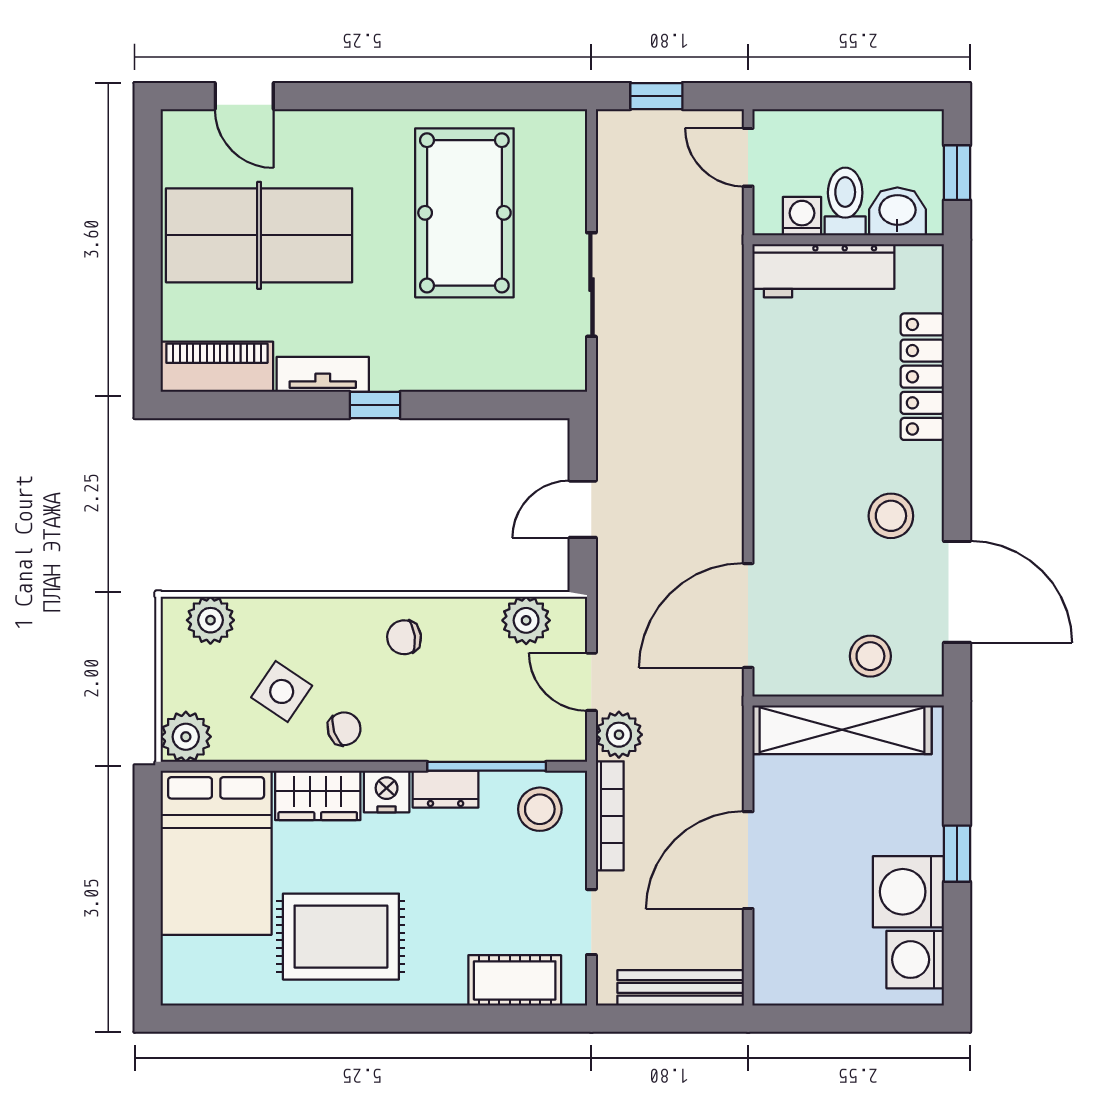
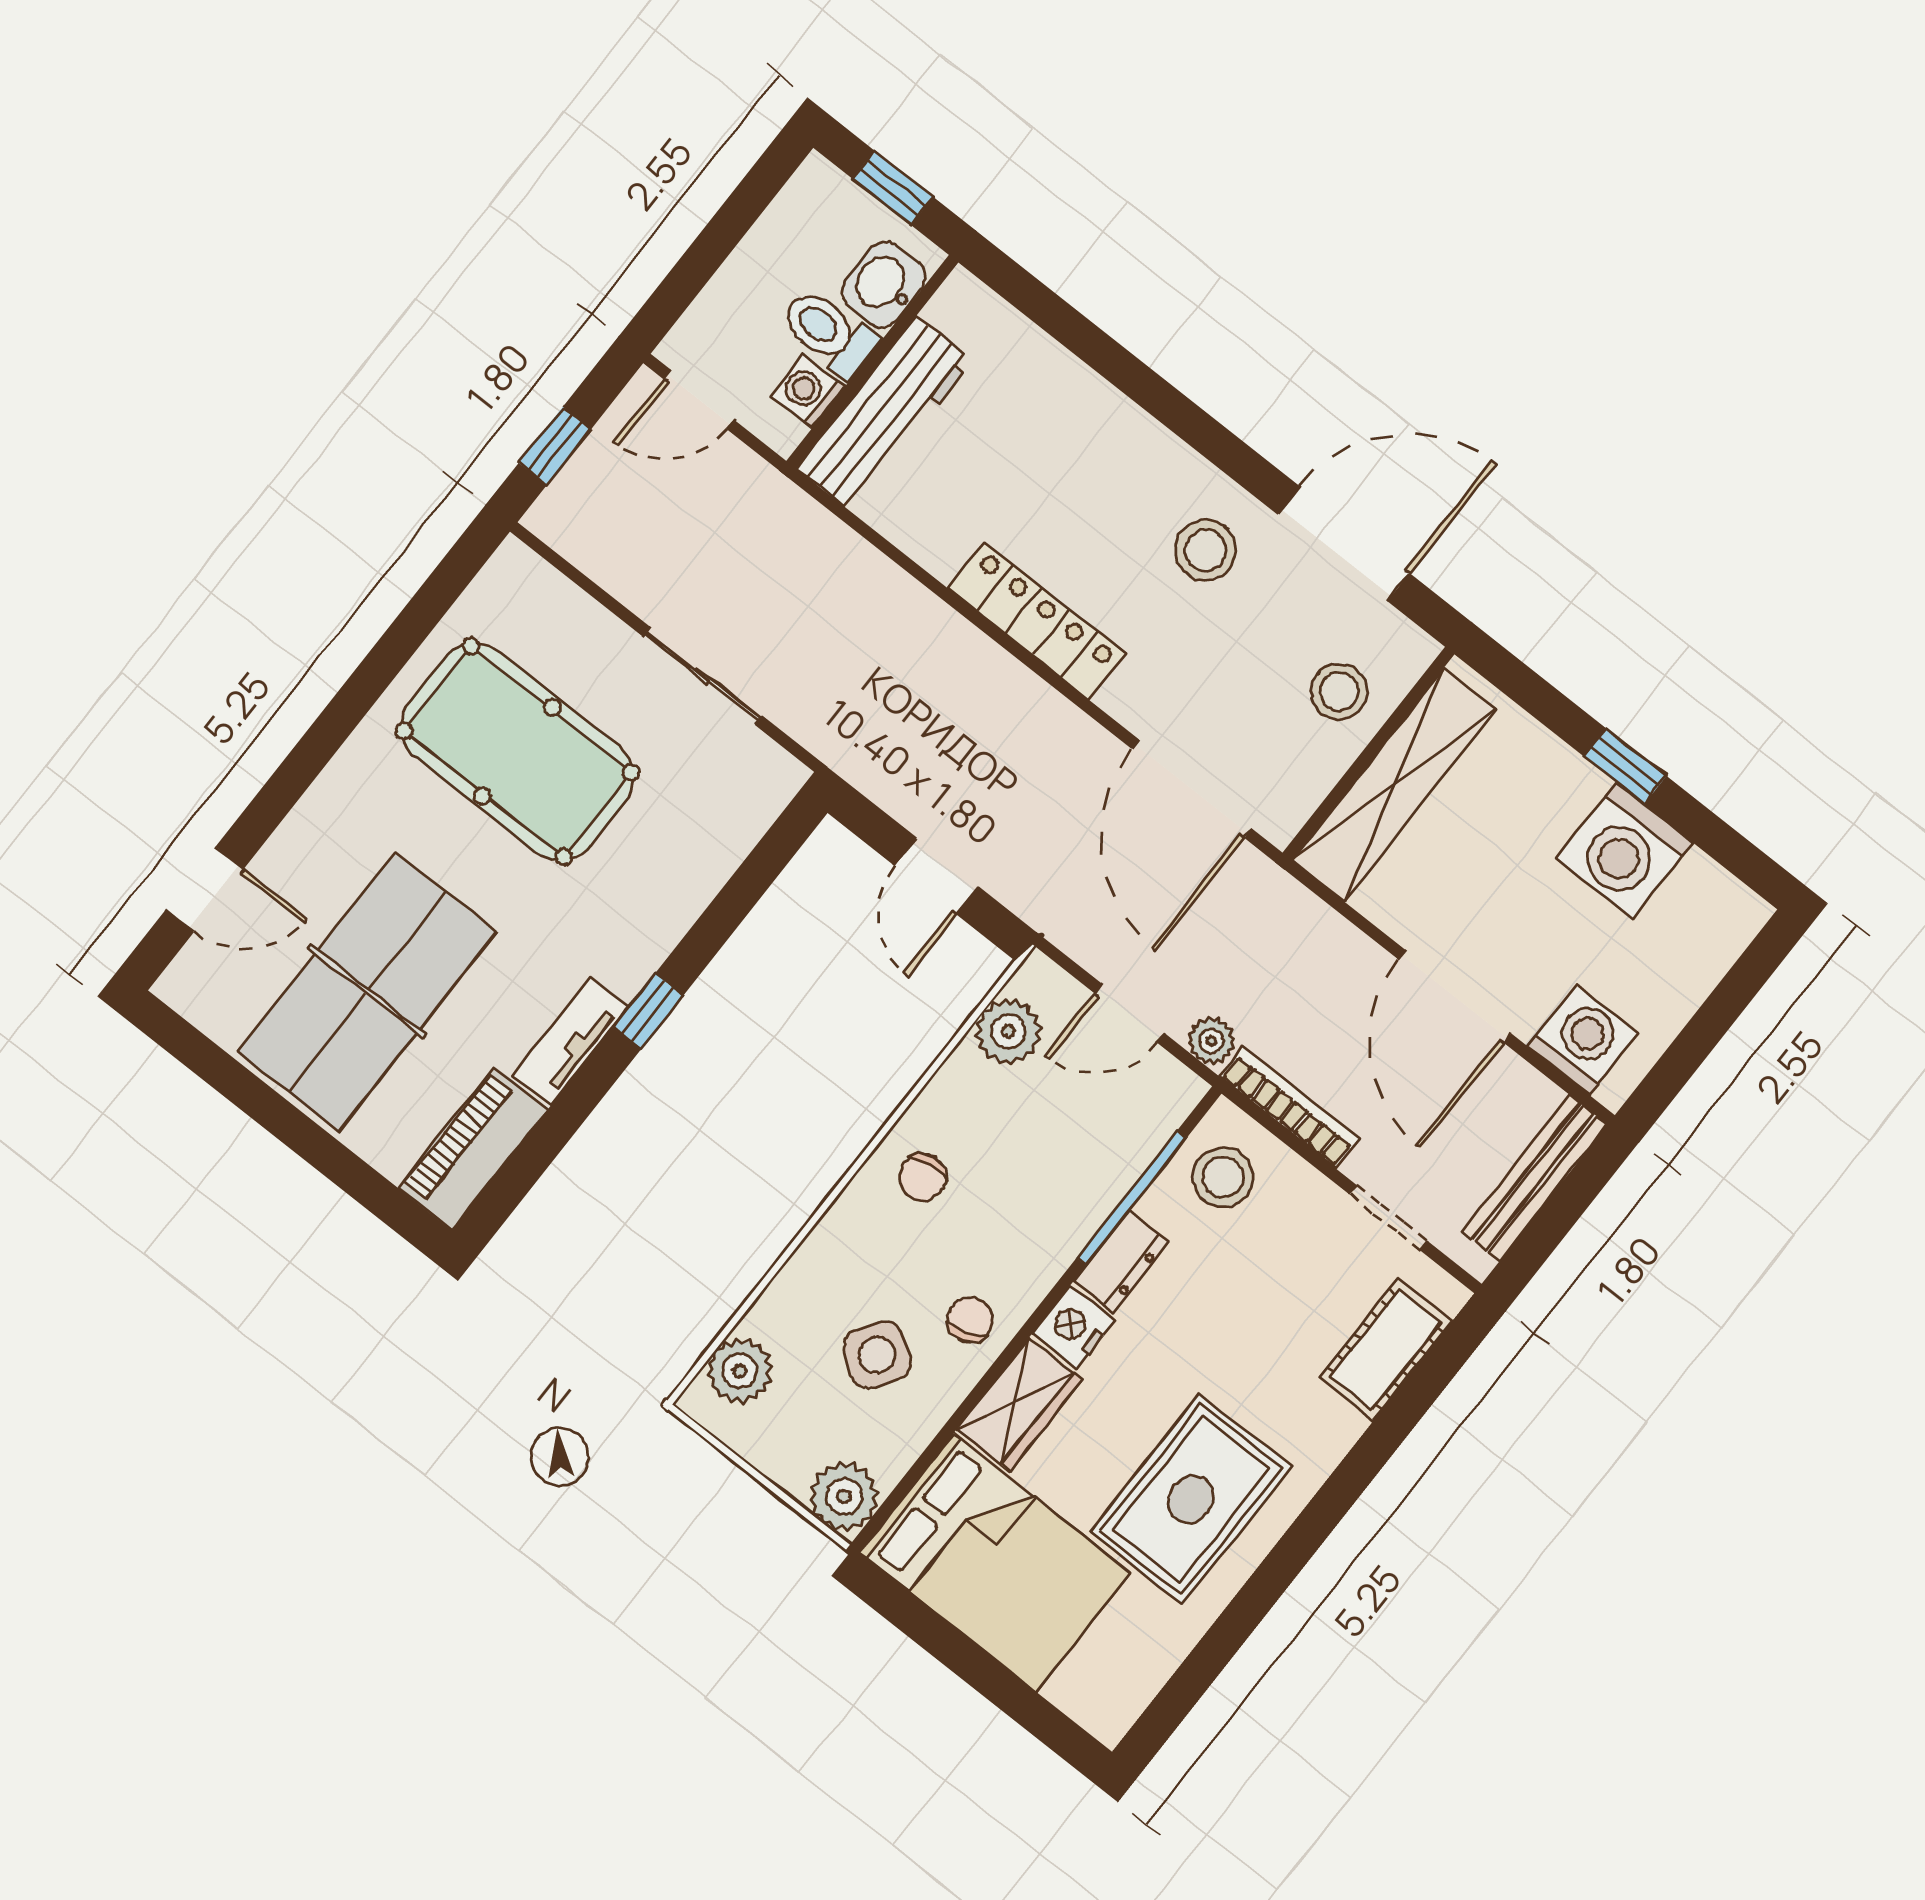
locker: (922, 377) -> (1037, 621), moved, turned 180
plant: (619, 735) -> (1211, 1041), width x0.73, depth x0.73
washing machine: (915, 960) -> (1583, 1040), moved, turned 180

